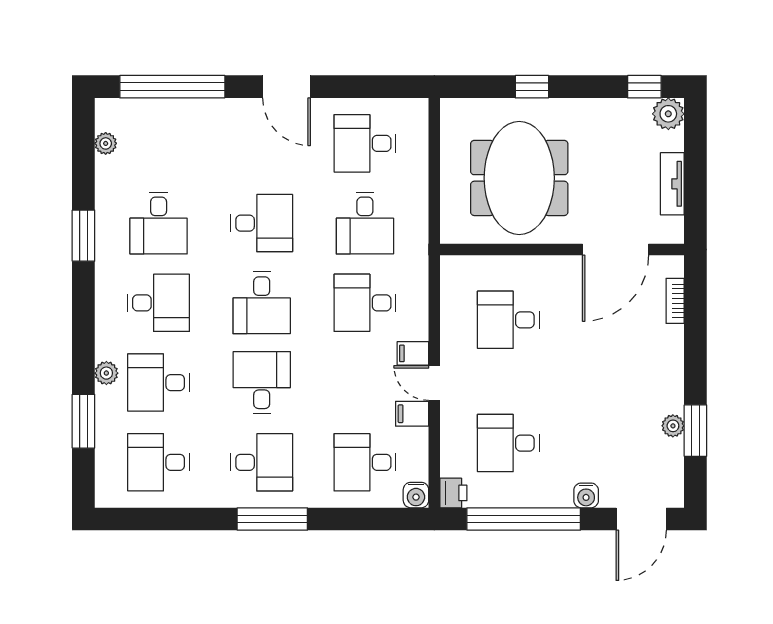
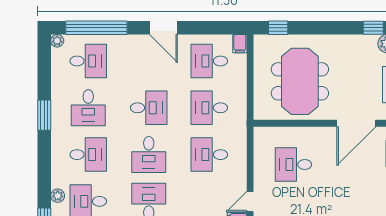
window: (532, 87) -> (278, 28), moved
plant: (106, 143) -> (57, 41), moved
desk: (159, 143) -> (88, 61), added
desk: (365, 223) -> (209, 108), turned 90
filing cabinet: (413, 353) -> (240, 44), moved, turned -90
door: (434, 383) -> (250, 202), hinge flipped

